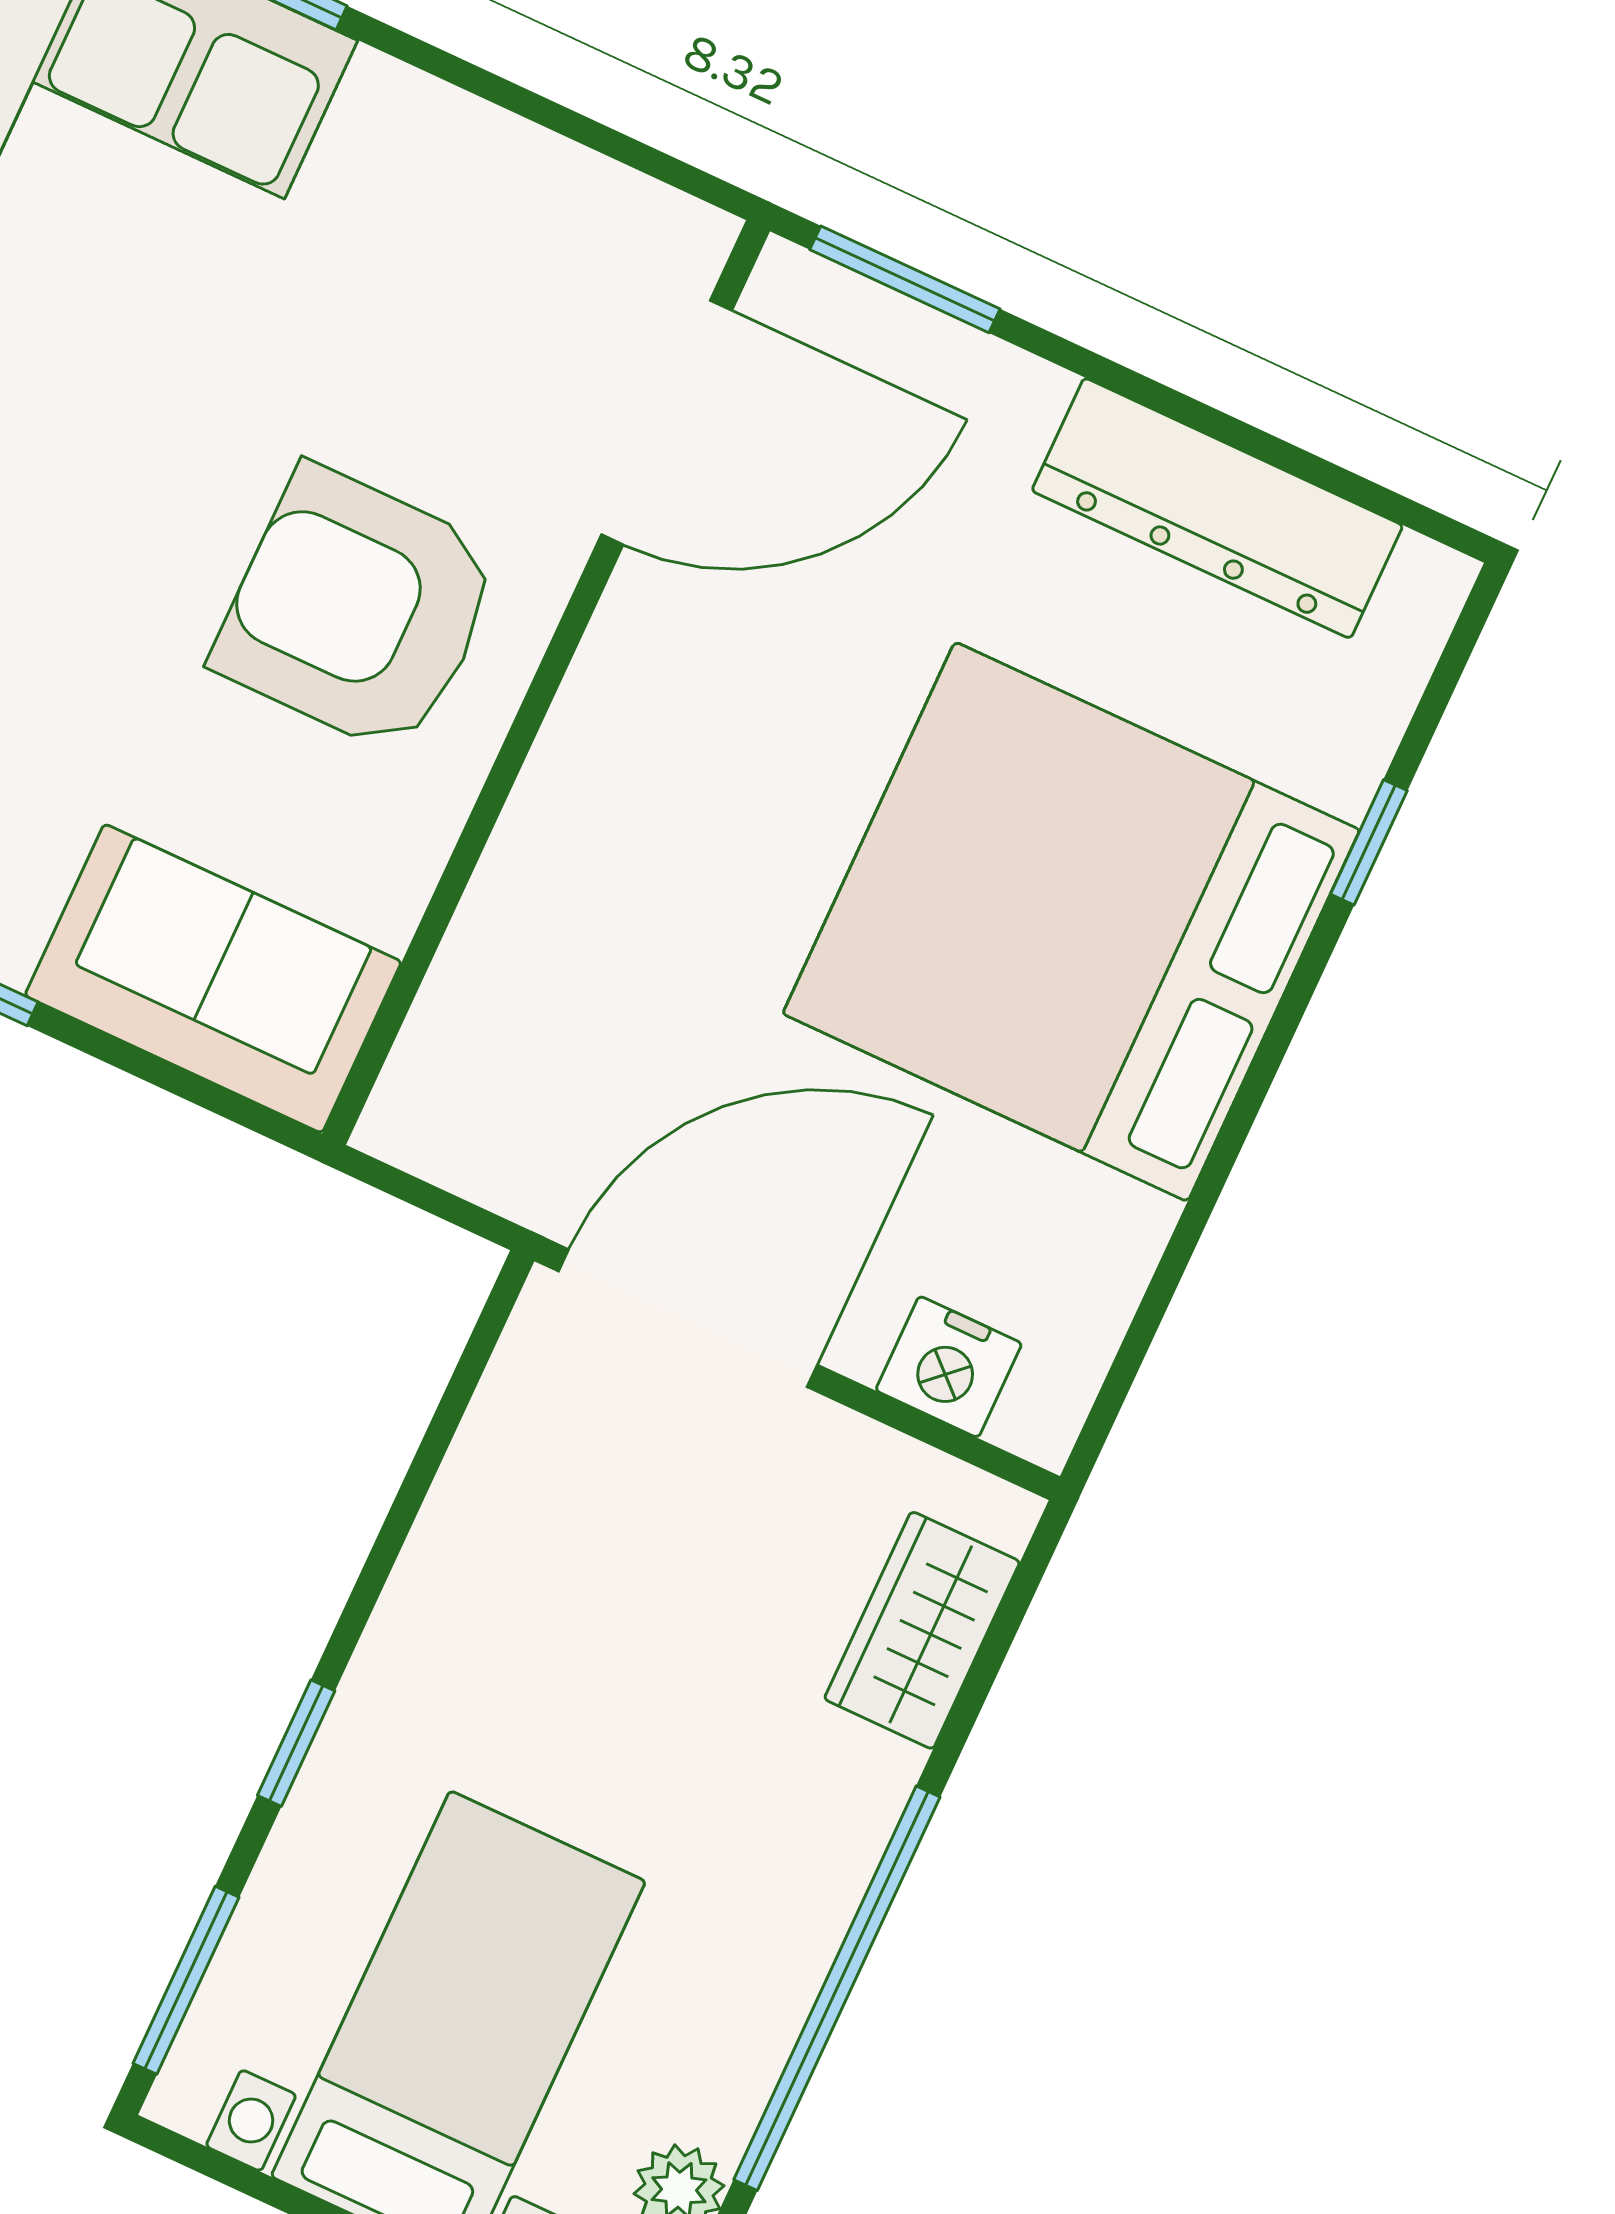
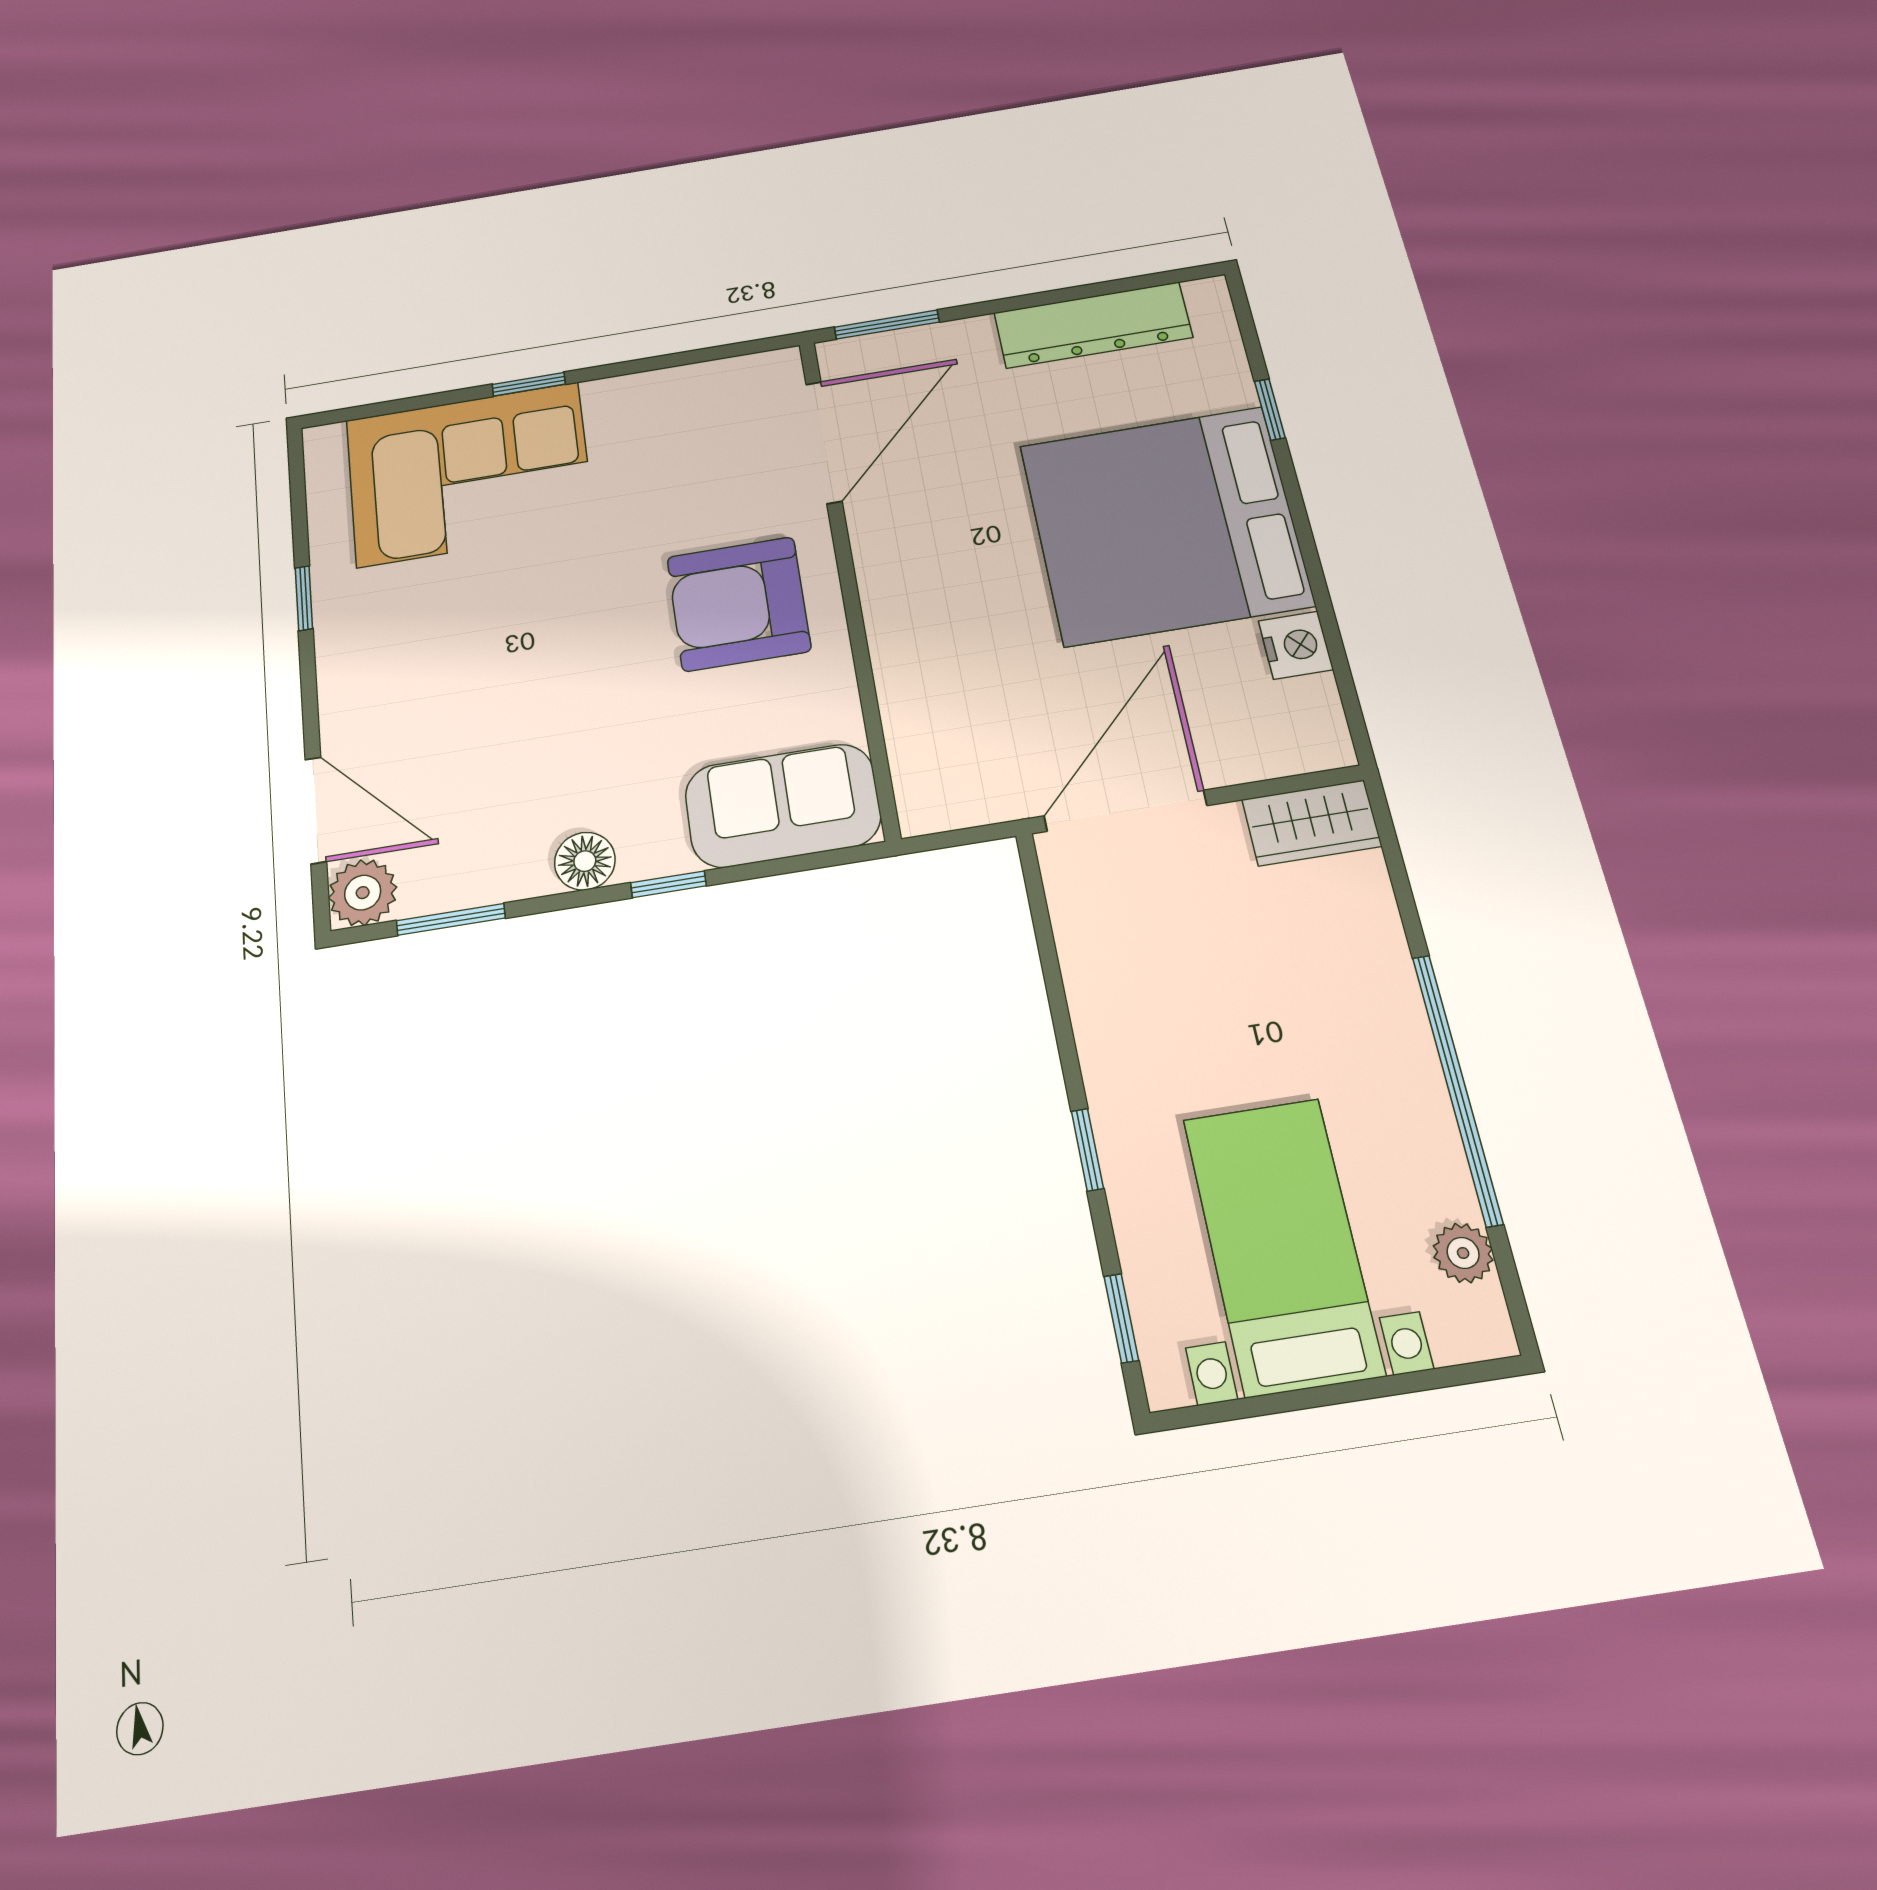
nightstand: (949, 1367) -> (1296, 645), moved, turned -90
wardrobe: (922, 1630) -> (1311, 823), moved, turned -90
window: (186, 1980) -> (1121, 1318), width x0.67

